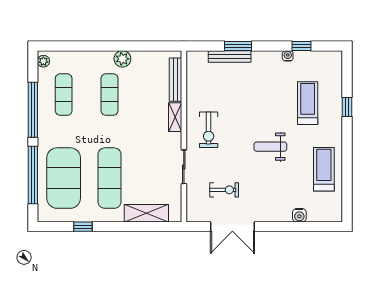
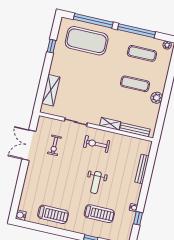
window: (238, 46) -> (148, 176), removed
weight bench: (270, 147) -> (96, 182), moved, turned 180
exercise mat: (109, 178) -> (80, 71), removed
water cooler: (299, 215) -> (21, 215), moved

